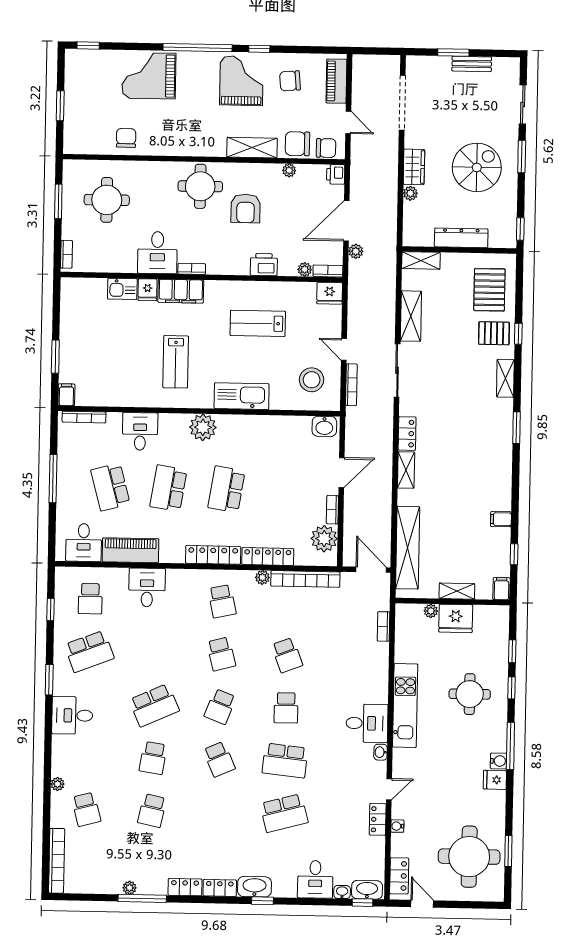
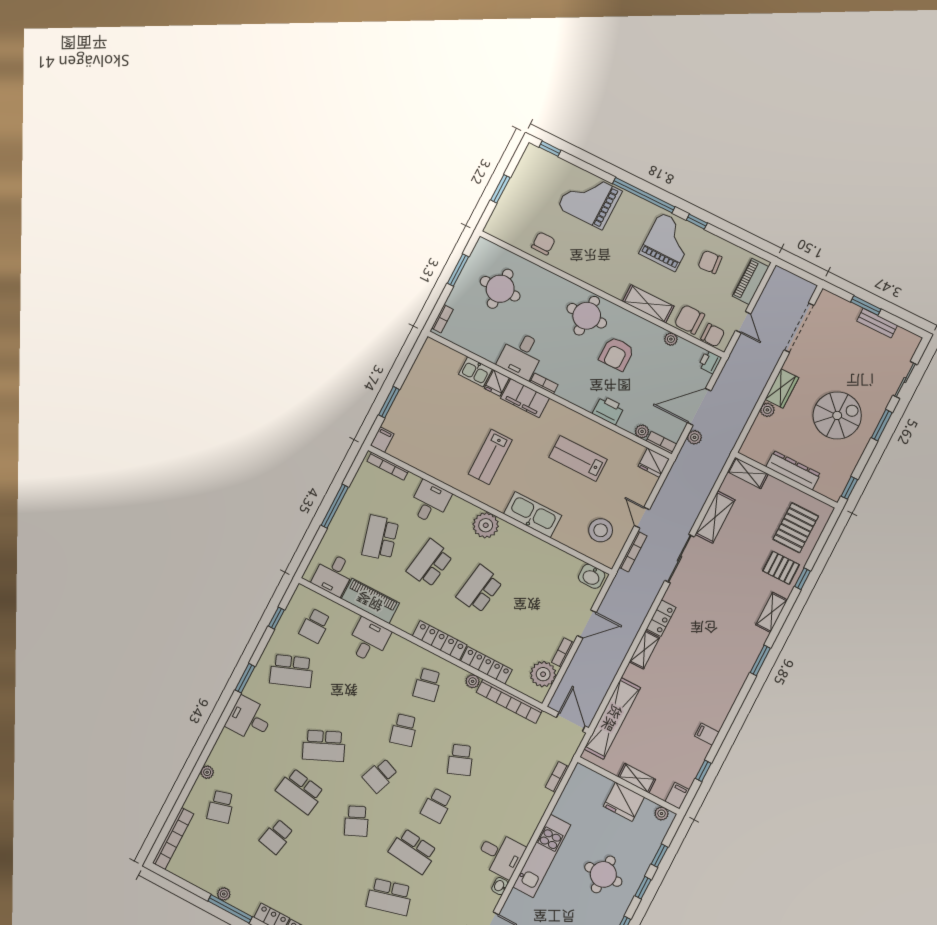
plant: (431, 611) -> (662, 814), moved
school desk: (153, 758) -> (300, 791), width x1.85

